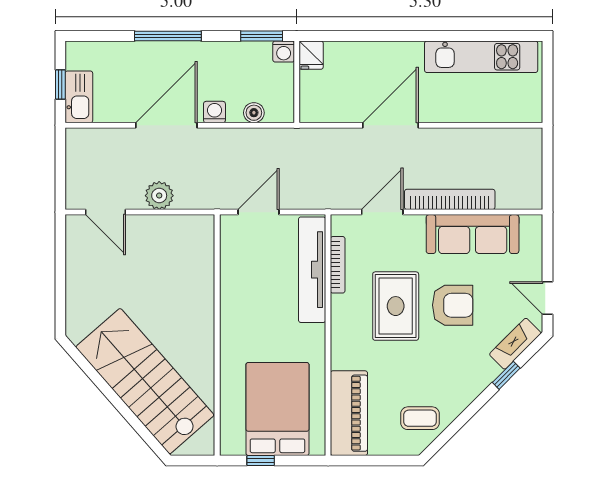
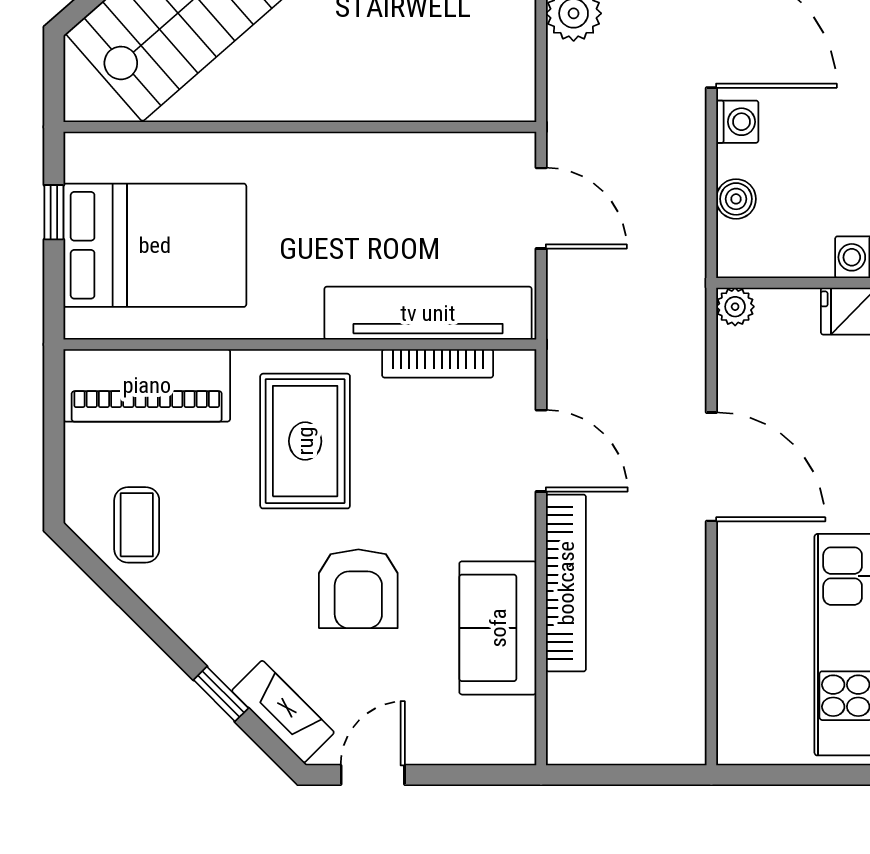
plant: (309, 113) -> (735, 307), added
sofa: (473, 234) -> (498, 628), width x0.73
rug: (396, 306) -> (305, 441), moved, turned 90

